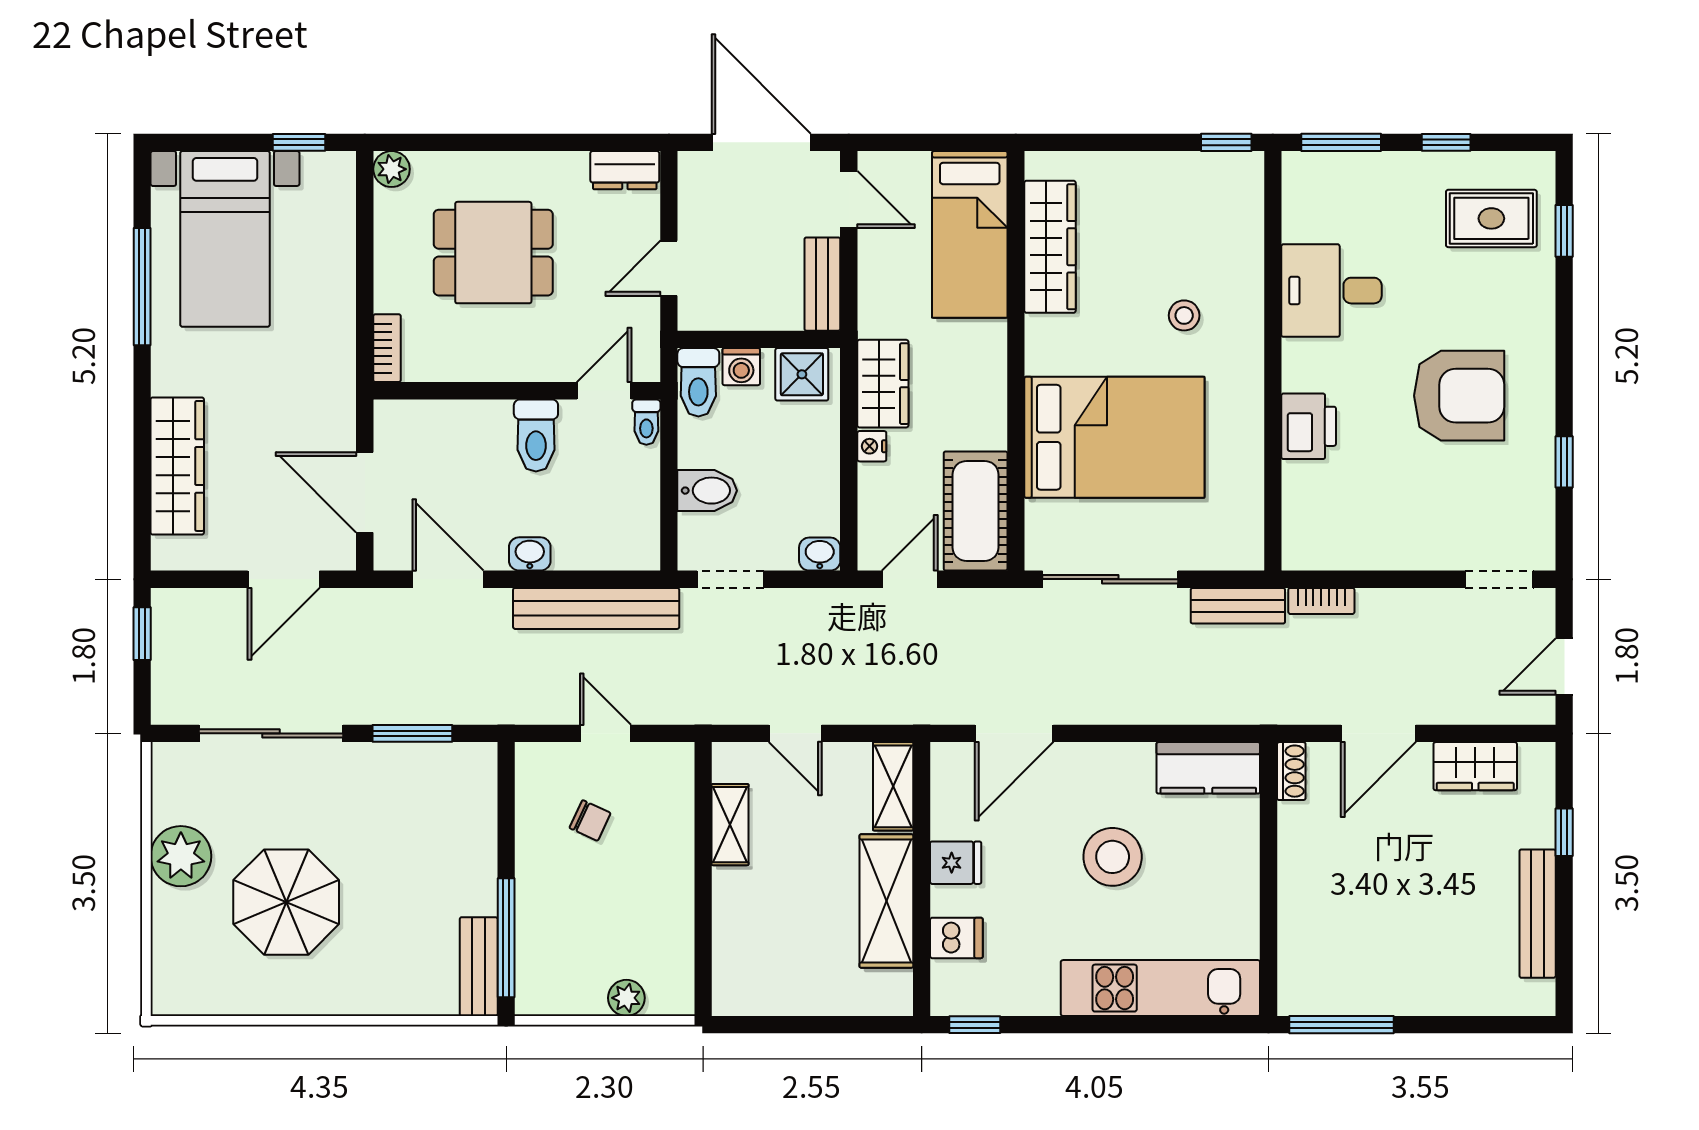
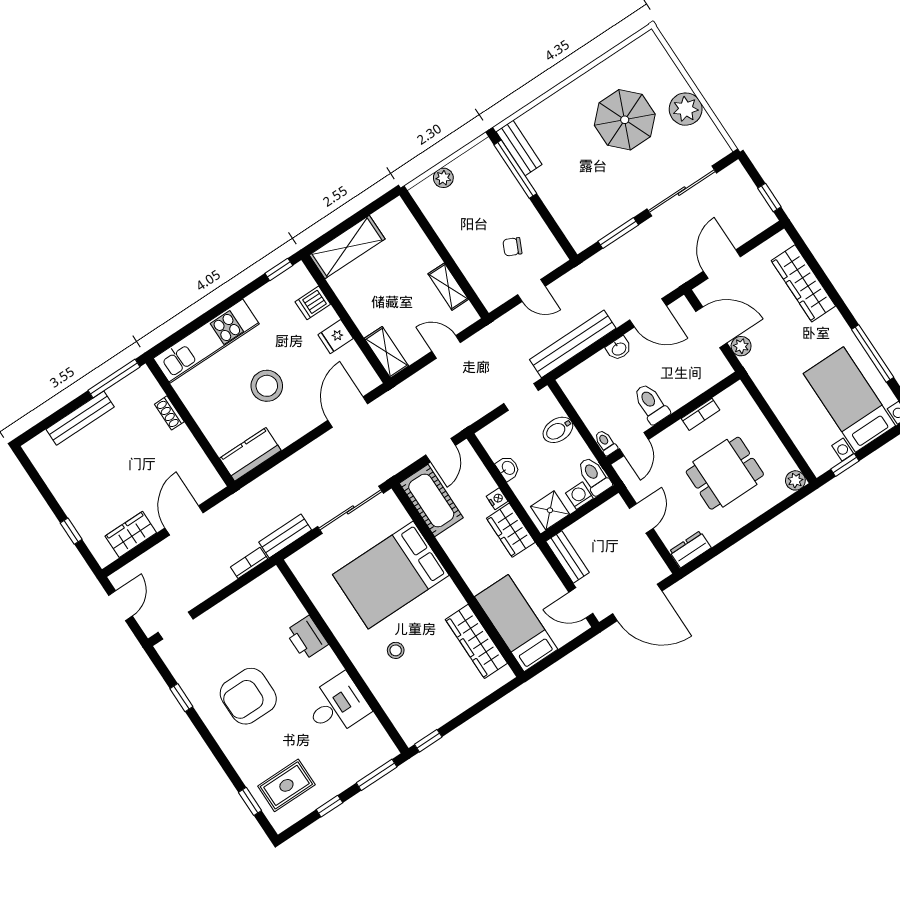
bookcase: (387, 348) -> (701, 414), moved, turned -90
plant: (338, 433) -> (741, 346), added
washbasin: (820, 554) -> (508, 468), moved, turned -90
shoe rack: (1291, 771) -> (169, 413), moved
shelving: (886, 901) -> (347, 247), moved, turned 90
bench: (1538, 914) -> (80, 418), moved, turned 90

